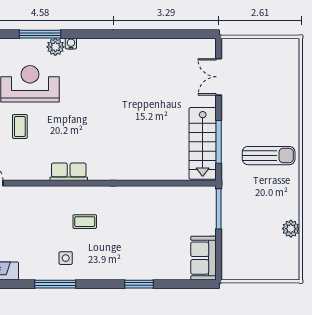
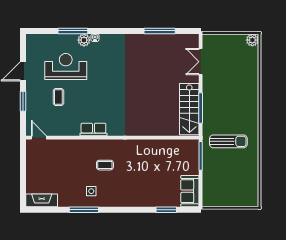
window: (161, 34) -> (160, 31), added
sun lounger: (269, 156) -> (228, 141), moved
plant: (291, 229) -> (252, 40), moved
window: (139, 284) -> (166, 210), moved

